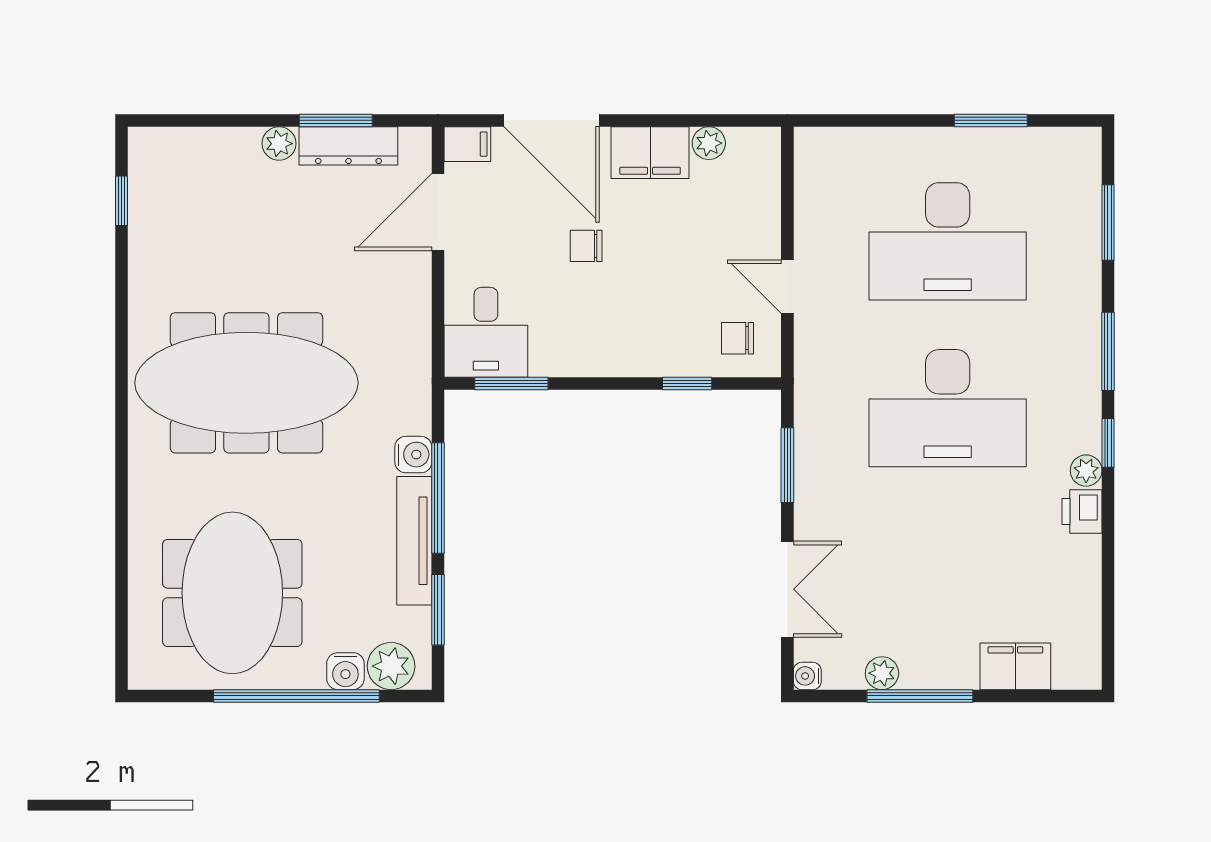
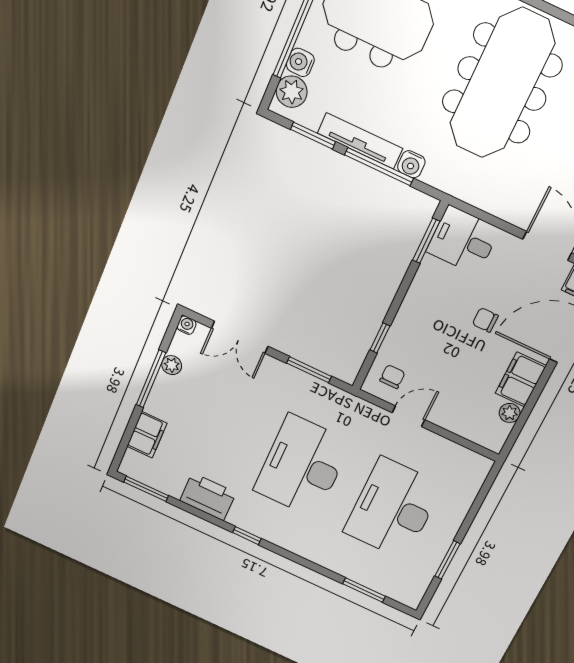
chair: (586, 246) -> (485, 320), turned -90
window: (1108, 351) -> (146, 489), moved
plant: (1086, 471) -> (237, 518), removed
printer: (1082, 511) -> (208, 497), width x1.87, depth x1.48

